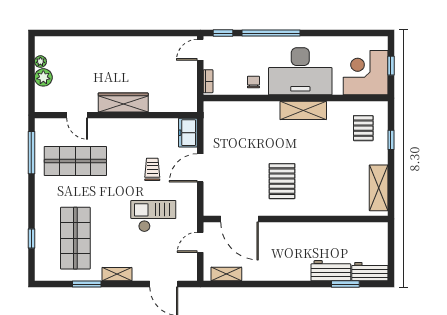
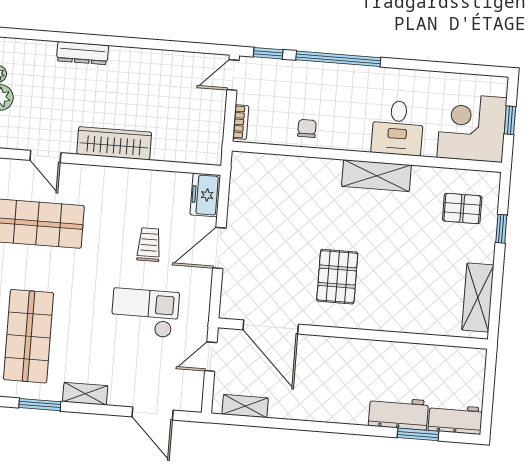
dresser: (97, 43) -> (82, 53), added
desk: (300, 71) -> (398, 128), width x0.53, depth x0.77
pallet: (363, 128) -> (462, 208), turned 90

